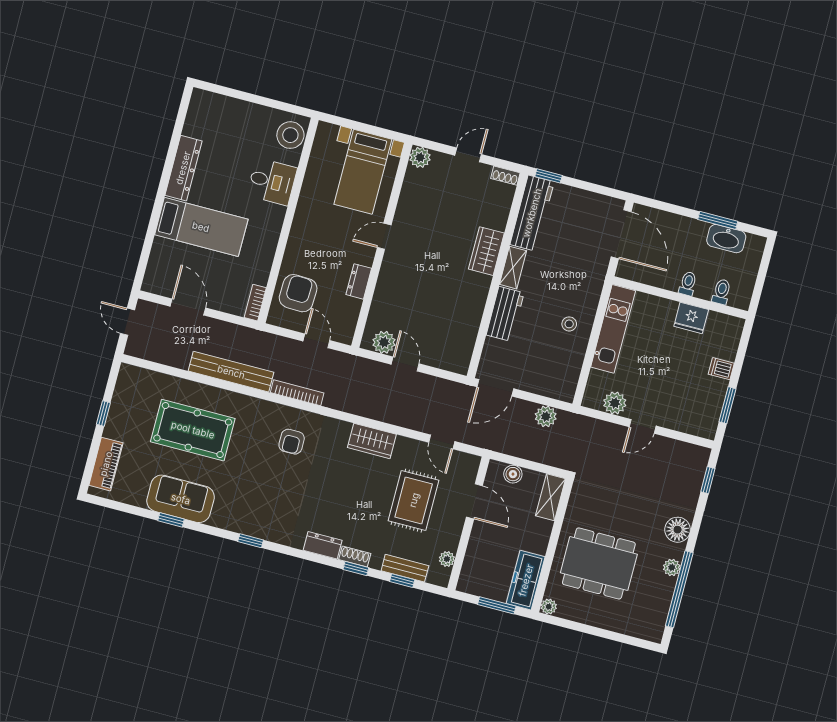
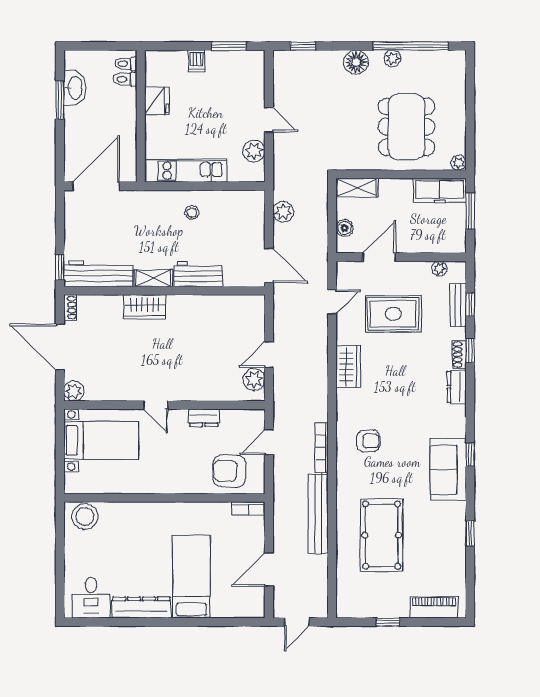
door: (468, 155) -> (60, 347), width x1.87
desk: (272, 182) -> (91, 598), moved, turned 180
toilet: (688, 284) -> (126, 64), moved
sofa: (181, 499) -> (448, 470), moved

